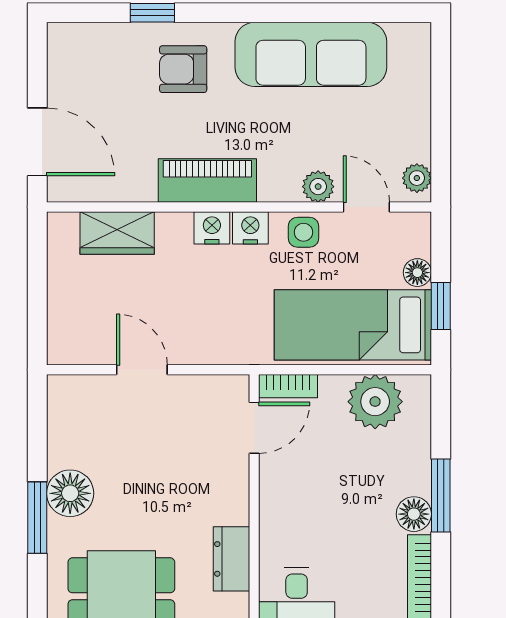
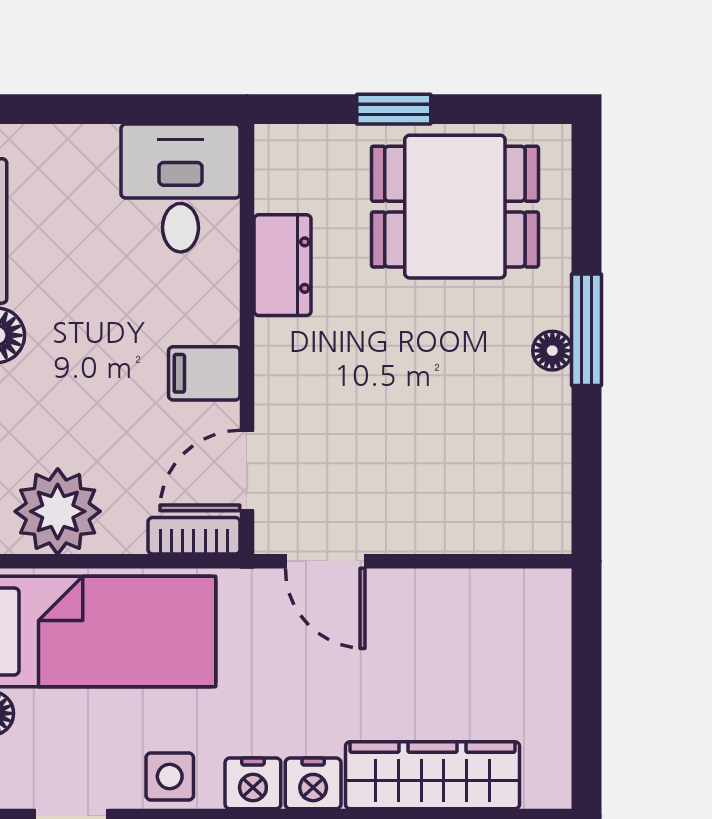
wardrobe: (117, 233) -> (433, 775), width x1.50
door: (142, 370) -> (325, 561), moved
filing cabinet: (281, 490) -> (204, 373), added
floor lamp: (70, 493) -> (552, 351), width x0.53, depth x0.53

